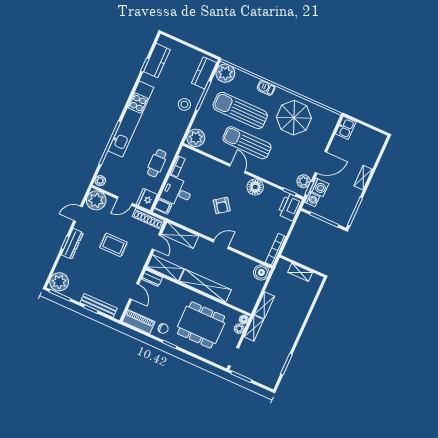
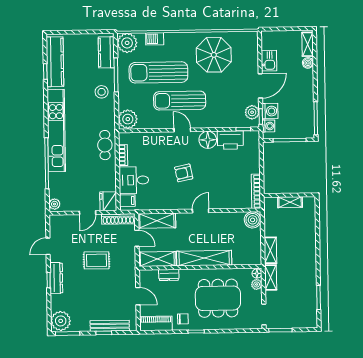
kitchen counter: (157, 61) -> (55, 62), width x1.50
barbecue: (266, 88) -> (155, 39), moved
kitchen sink: (346, 128) -> (269, 61), moved
boiler: (370, 162) -> (308, 63), added
cafe table: (157, 163) -> (105, 145), moved
shelving: (363, 178) -> (308, 44), moved
plant: (96, 200) -> (60, 225), removed
armchair: (222, 205) -> (184, 173), turned 115
printer: (290, 207) -> (230, 140), moved, turned -90
dresser: (152, 278) -> (169, 275), moved

